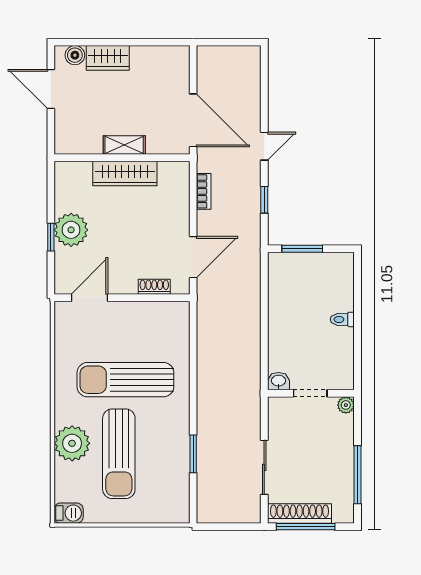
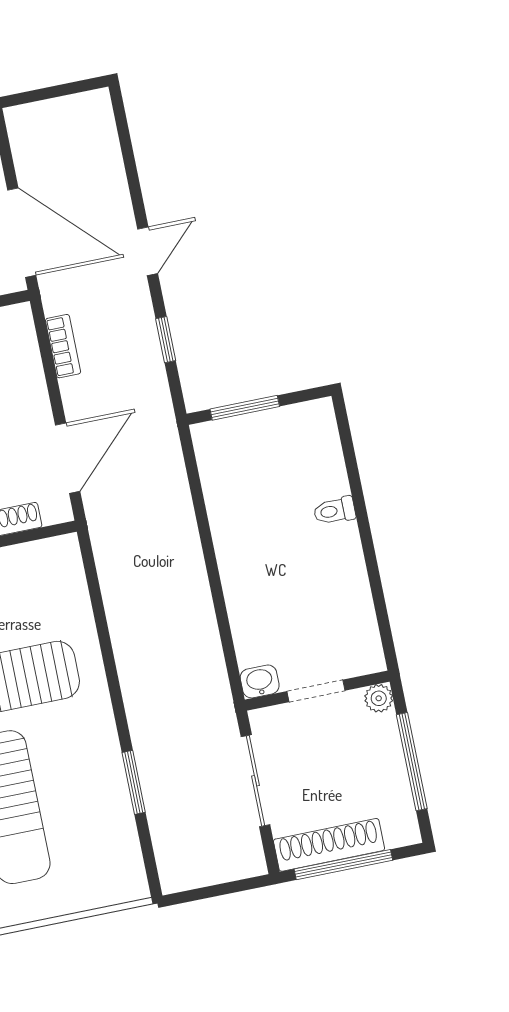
washbasin: (278, 381) -> (260, 681), moved
doorway: (310, 393) -> (316, 691), moved
wall: (311, 393) -> (317, 691), moved
plant: (346, 405) -> (379, 698), moved

